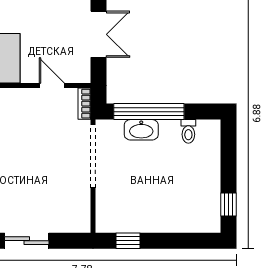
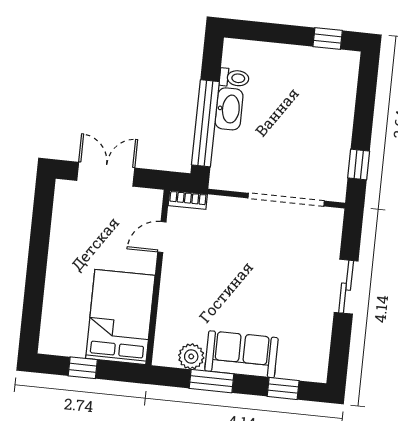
washbasin: (141, 130) -> (229, 109), moved
doorway: (93, 156) -> (286, 200), moved

